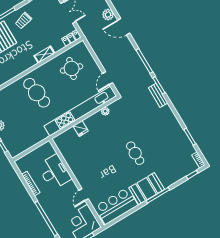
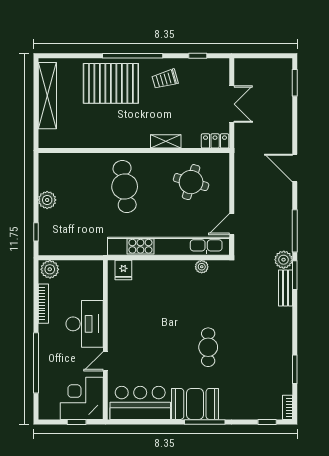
plant: (108, 15) -> (284, 260), moved
fridge: (81, 128) -> (123, 270), moved
plant: (23, 163) -> (50, 269), added
desk: (54, 172) -> (85, 324), moved

